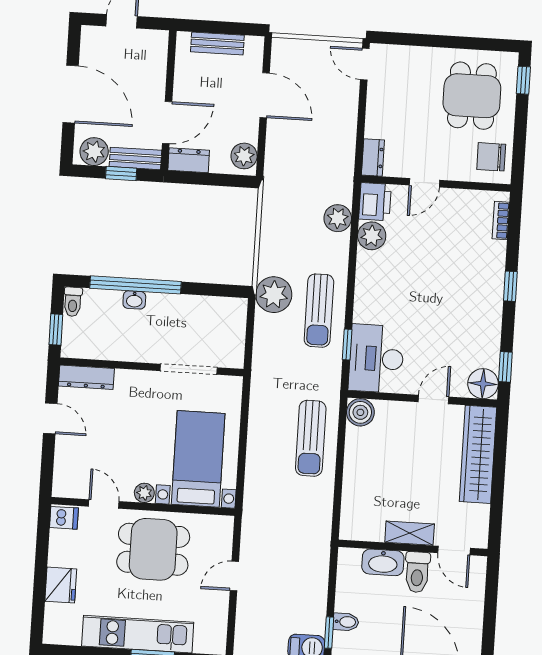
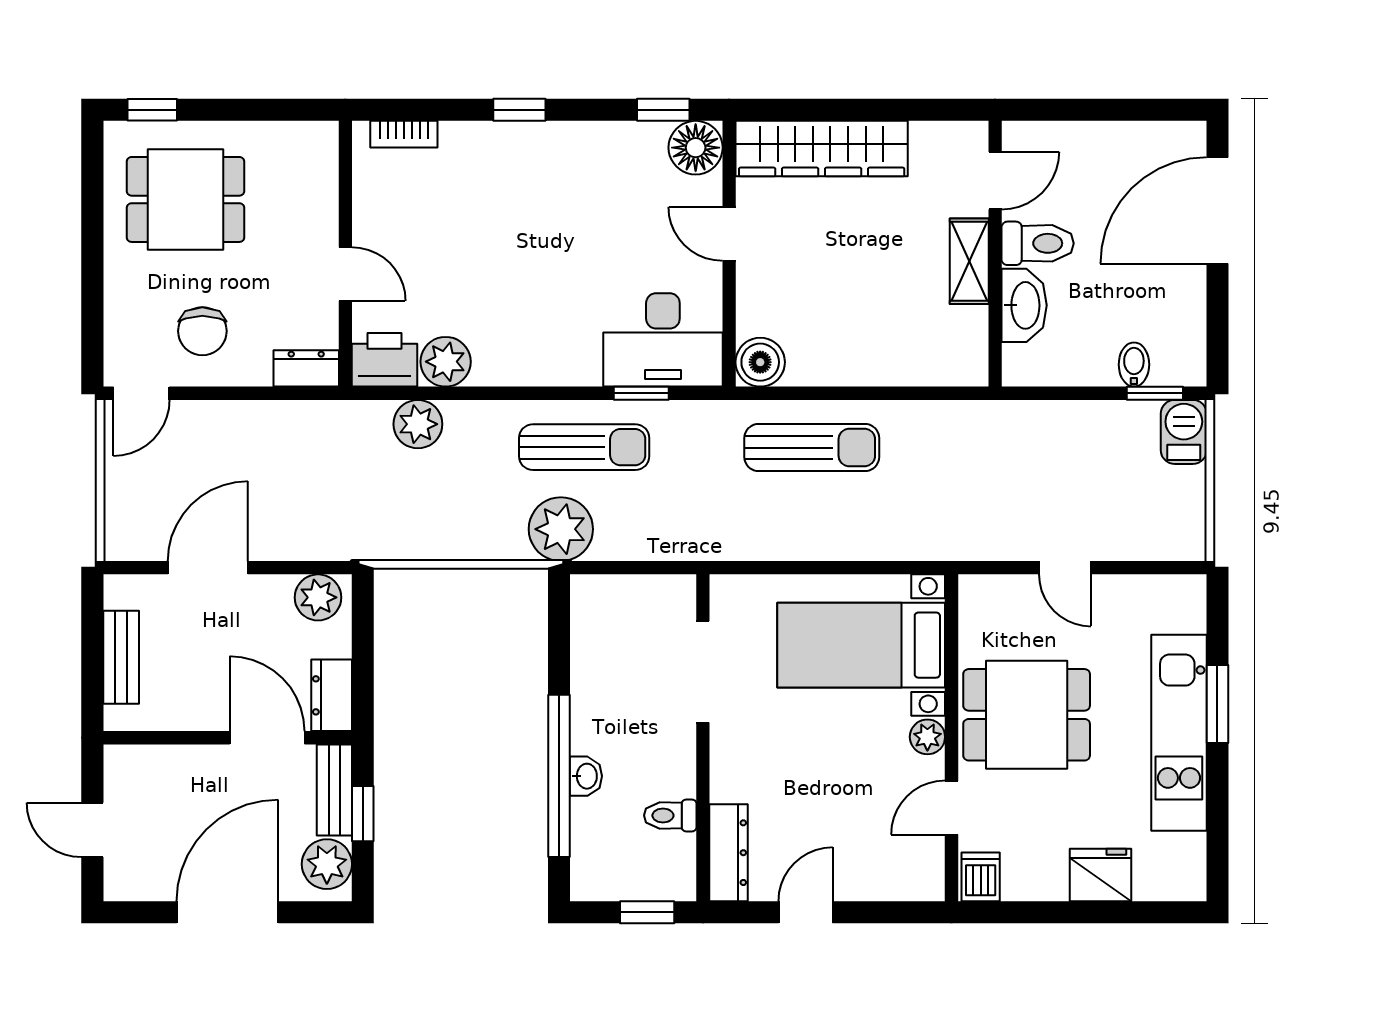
chair: (491, 157) -> (202, 331), moved
toilet: (73, 302) -> (670, 815), moved, turned 180
dining table: (153, 549) -> (1027, 715), turned 90

